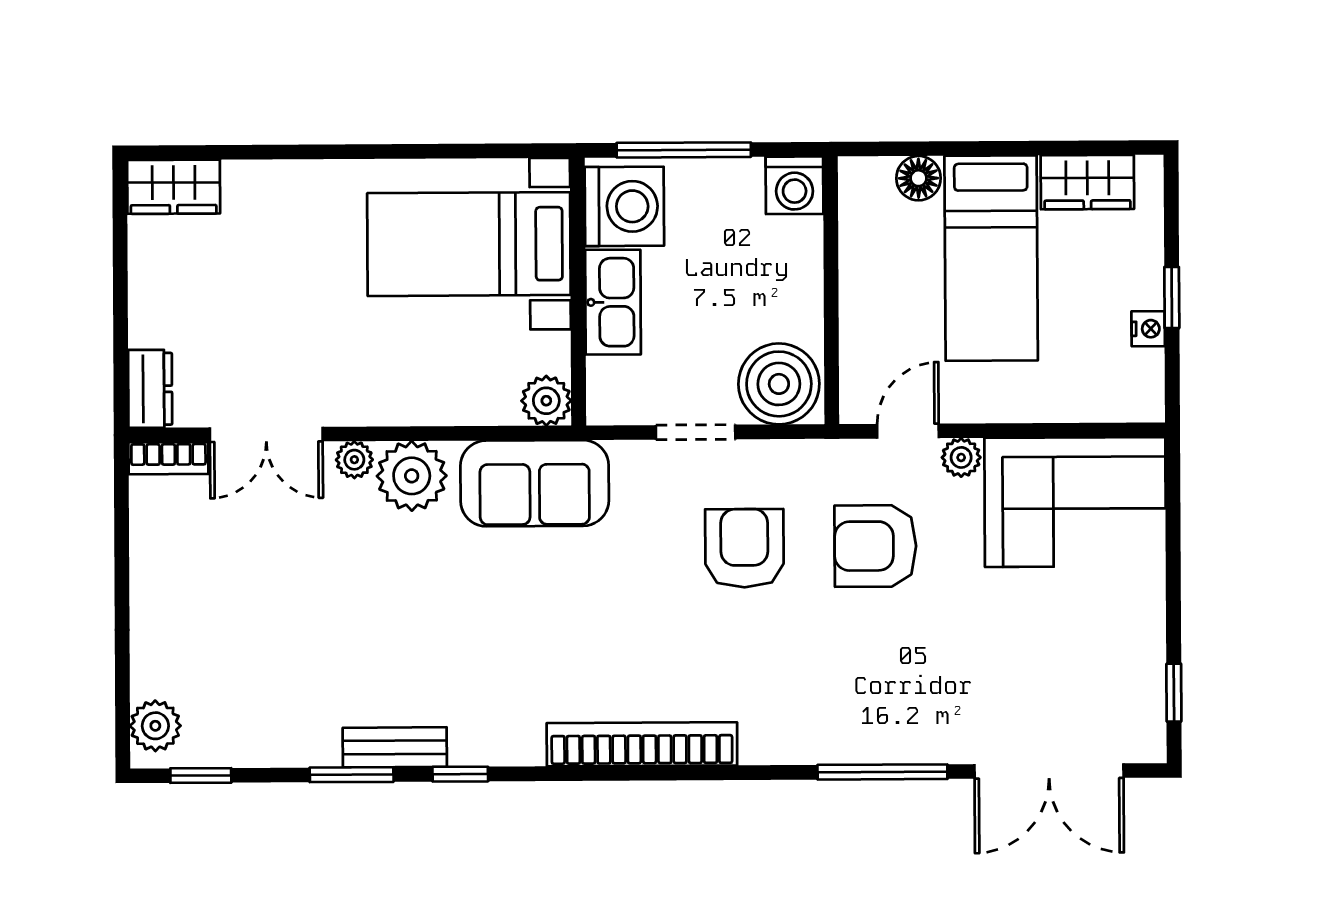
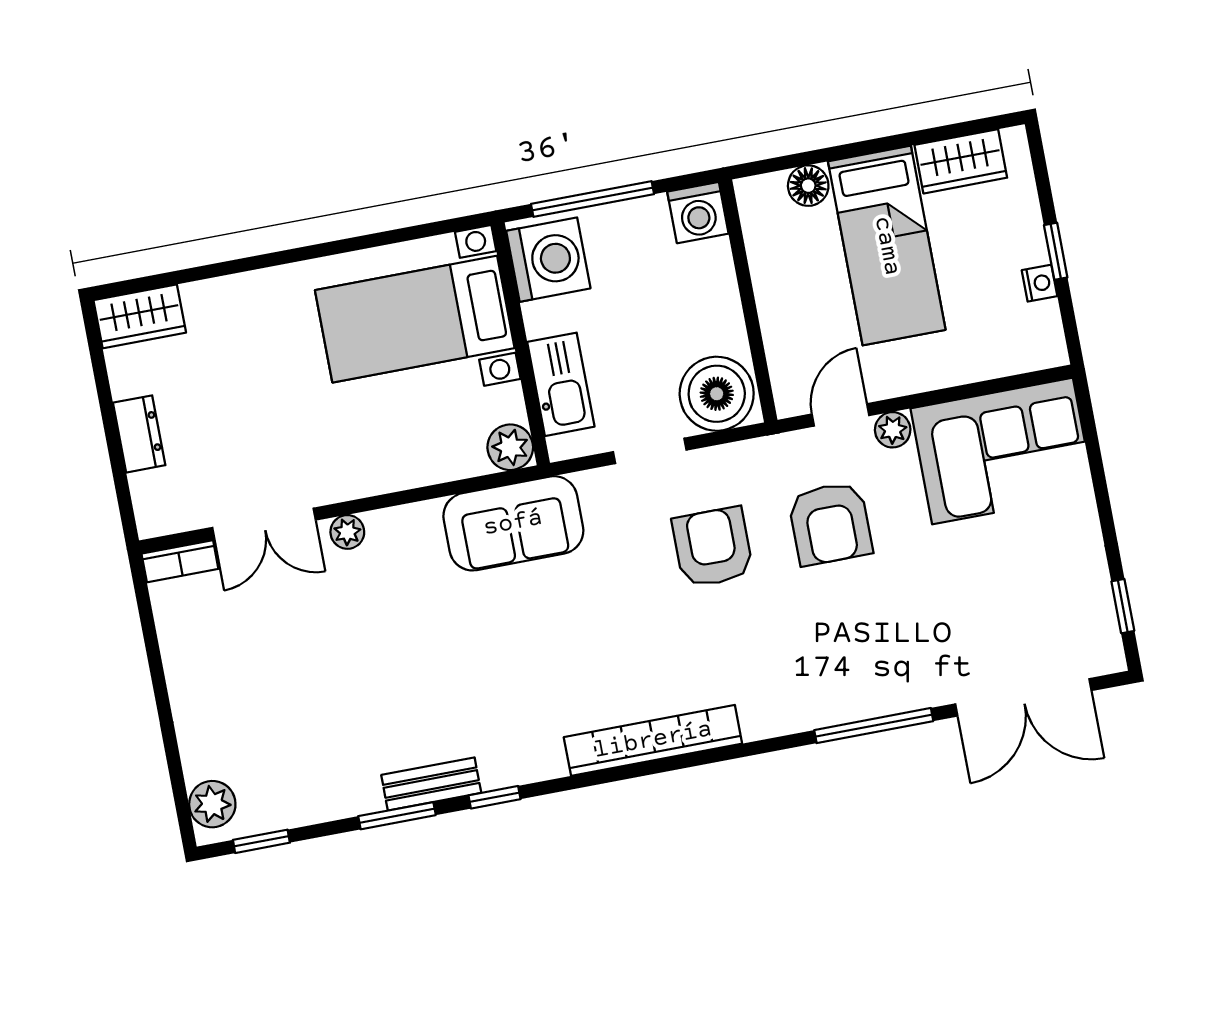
kitchen sink: (613, 302) -> (561, 384), moved
dresser: (150, 389) -> (139, 434), moved
plant: (412, 476) -> (402, 537), removed
armchair: (875, 546) -> (830, 524), turned -90

